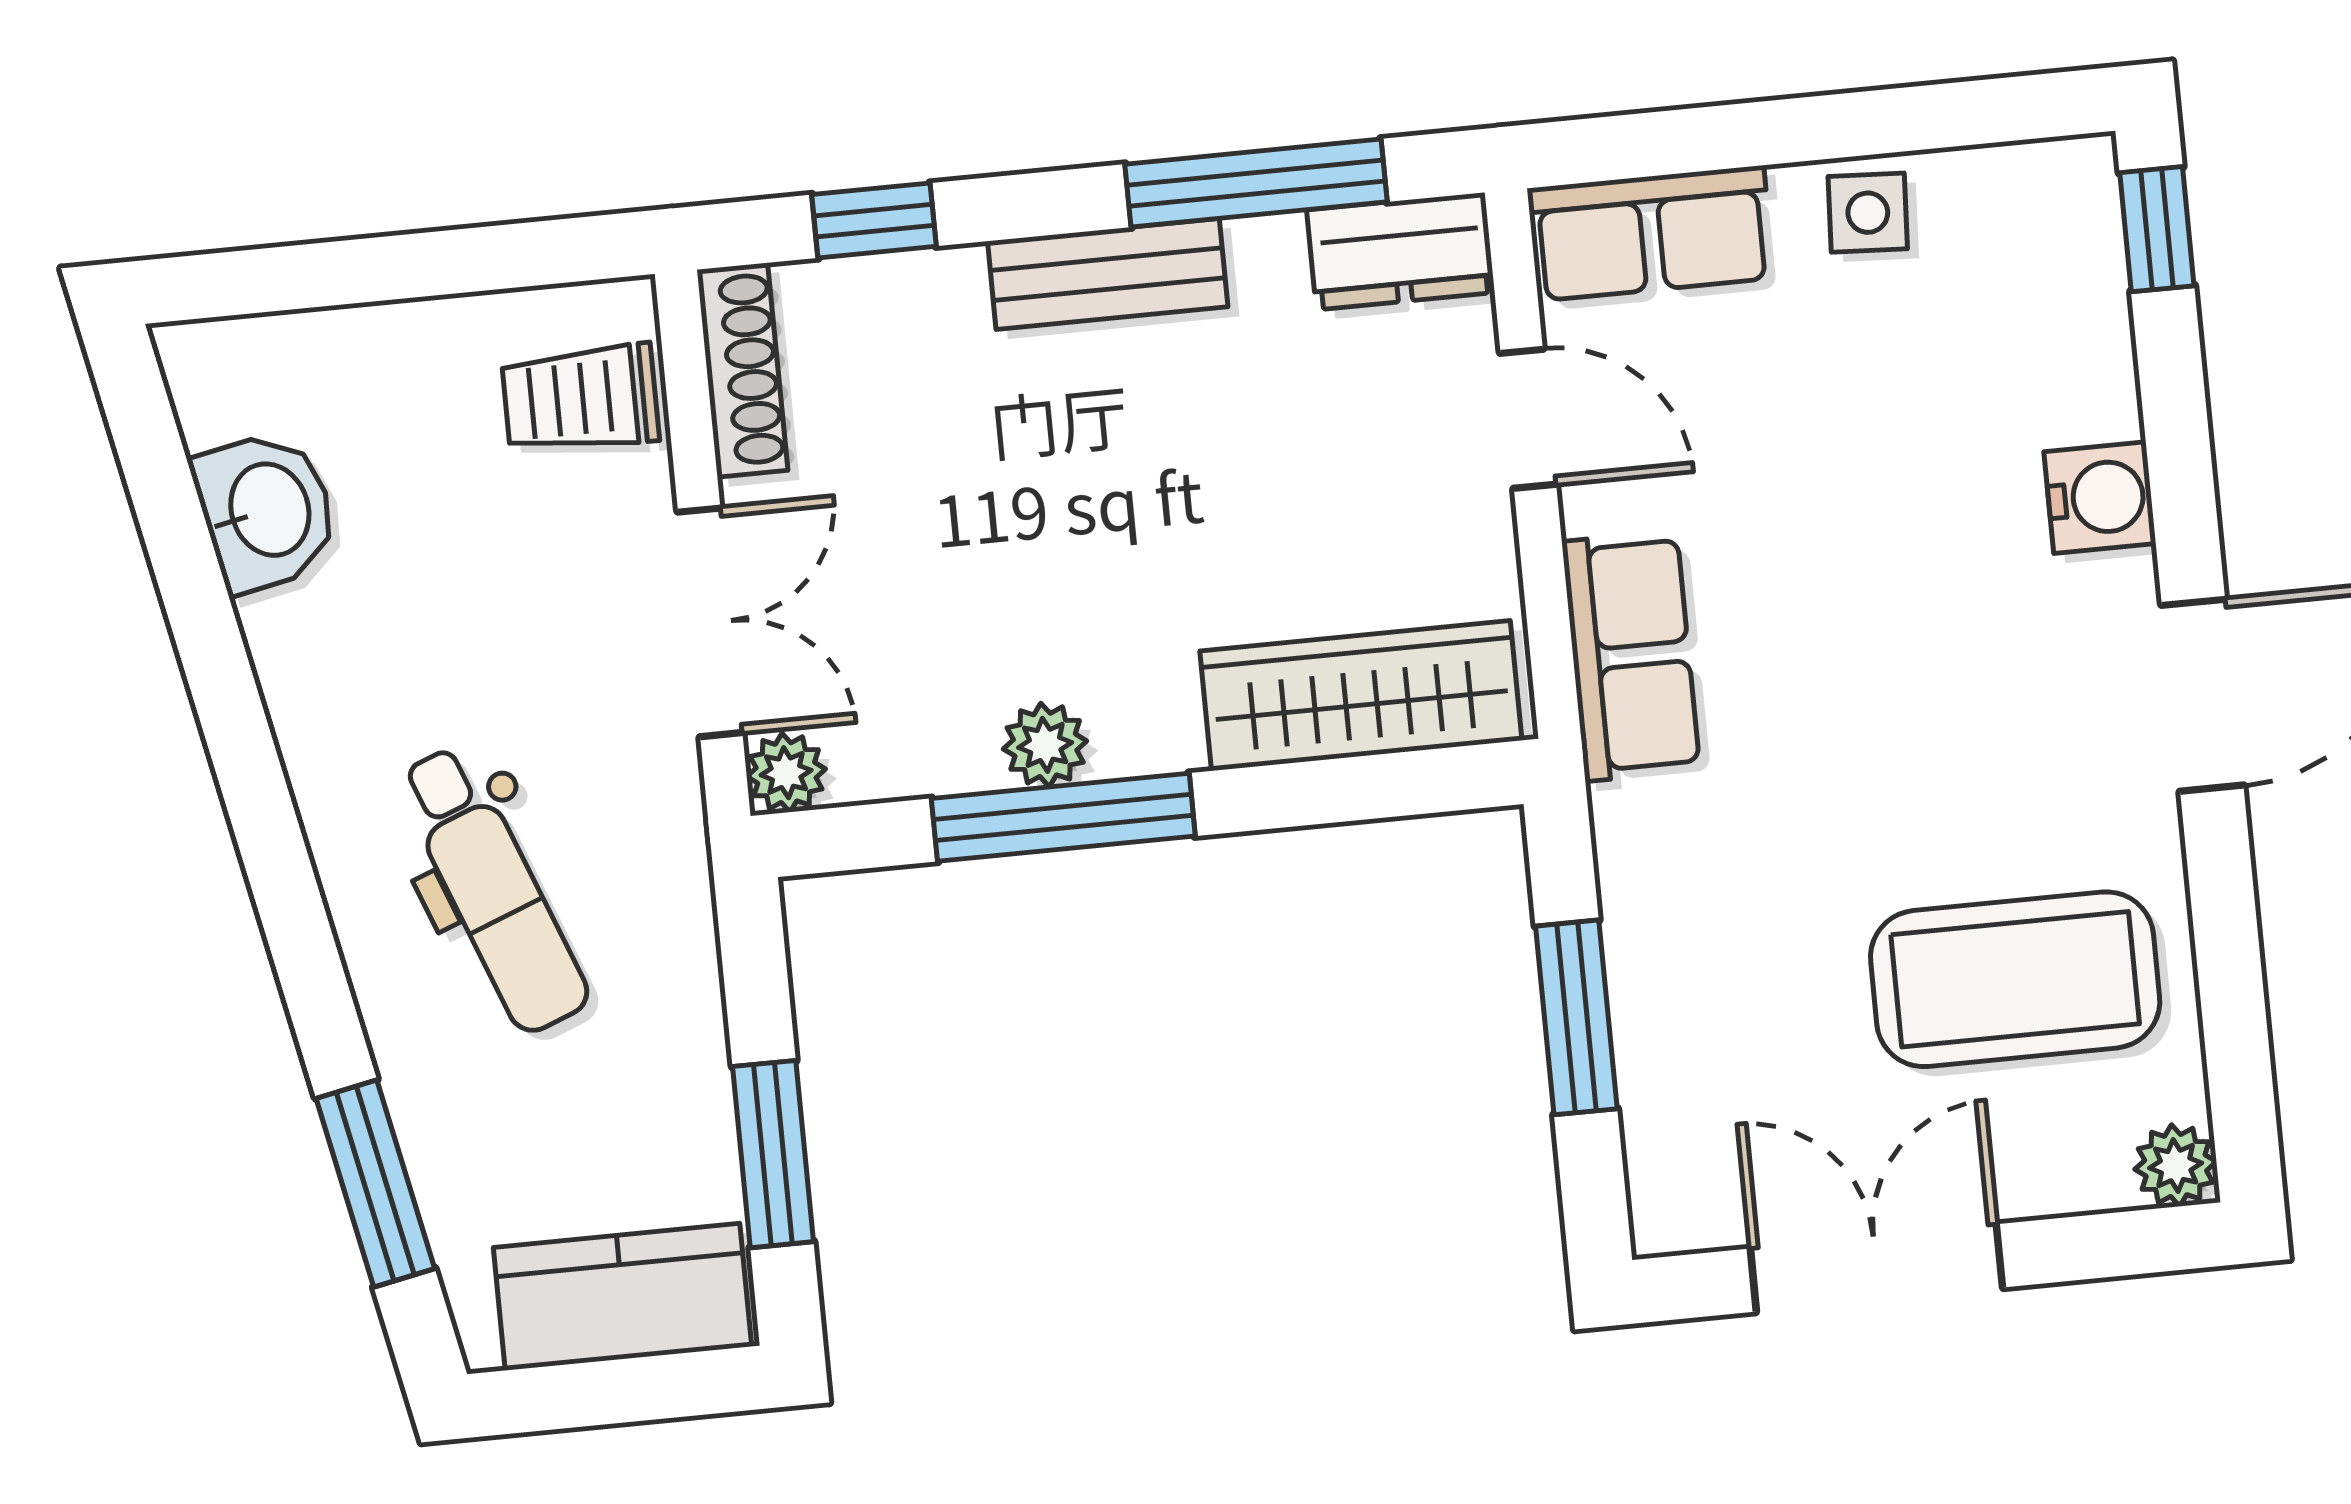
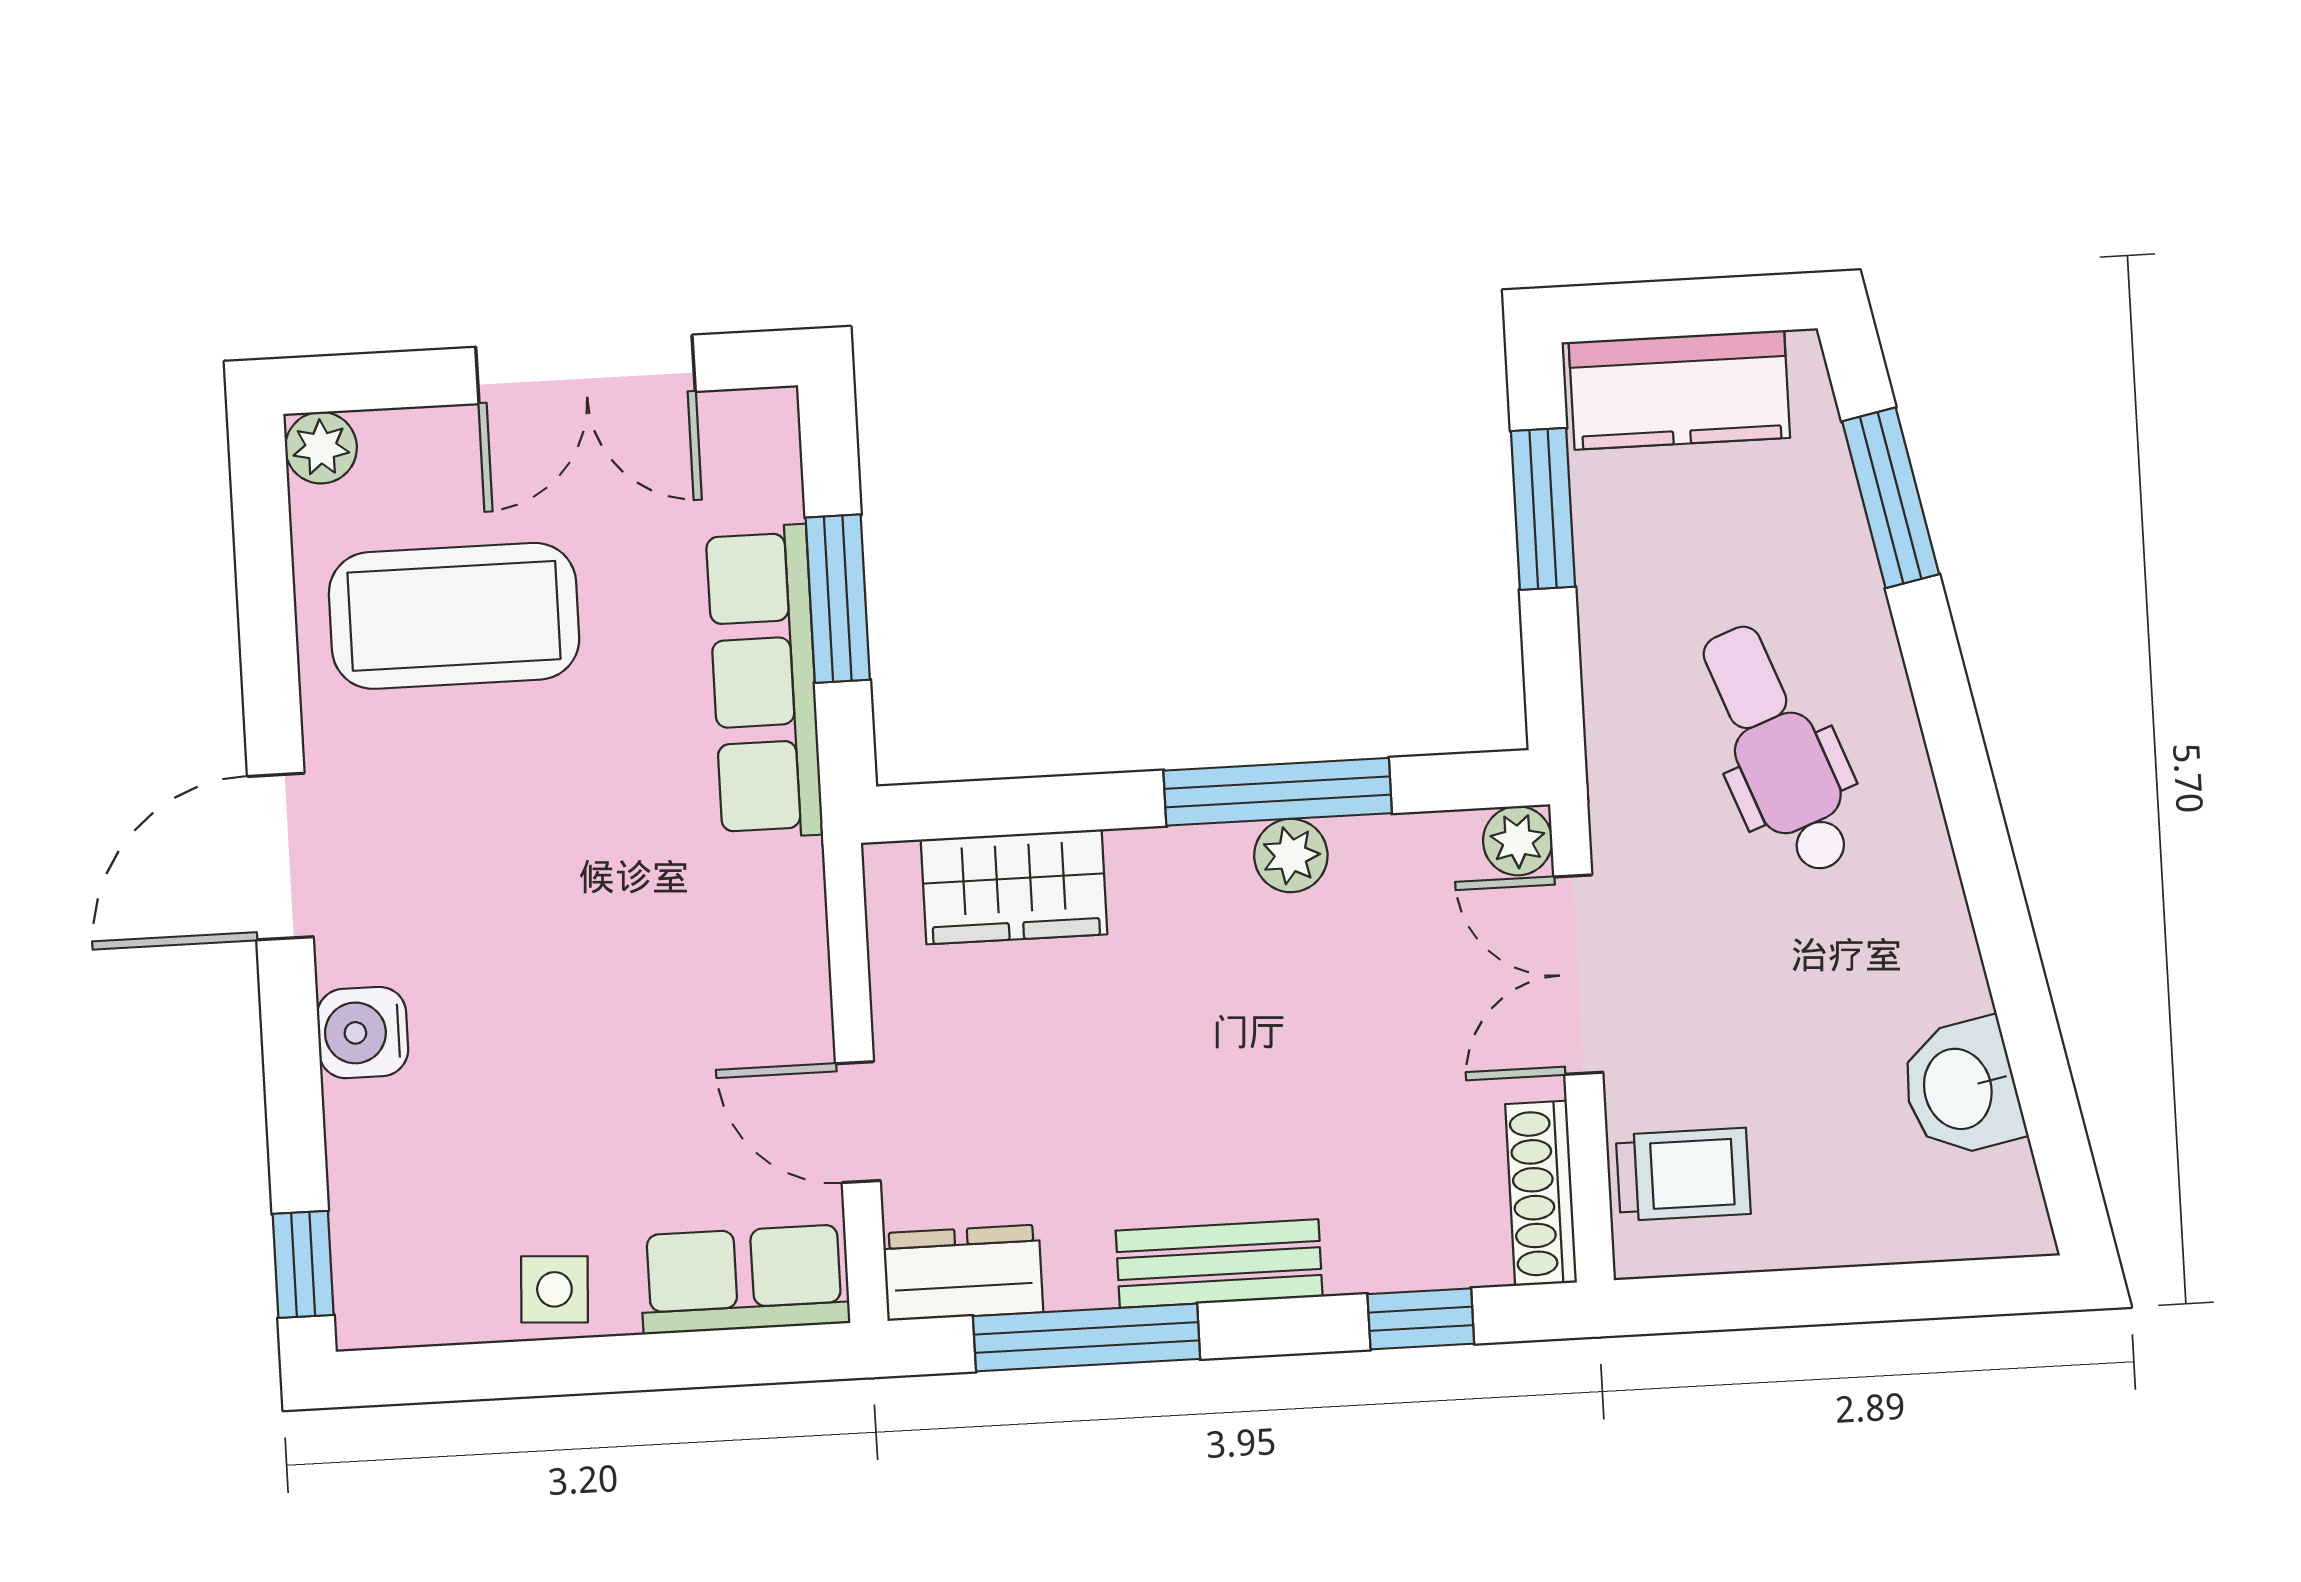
row of seats: (1631, 656) -> (764, 682), moved, width x1.48
wardrobe: (1361, 696) -> (1014, 887), width x0.67

